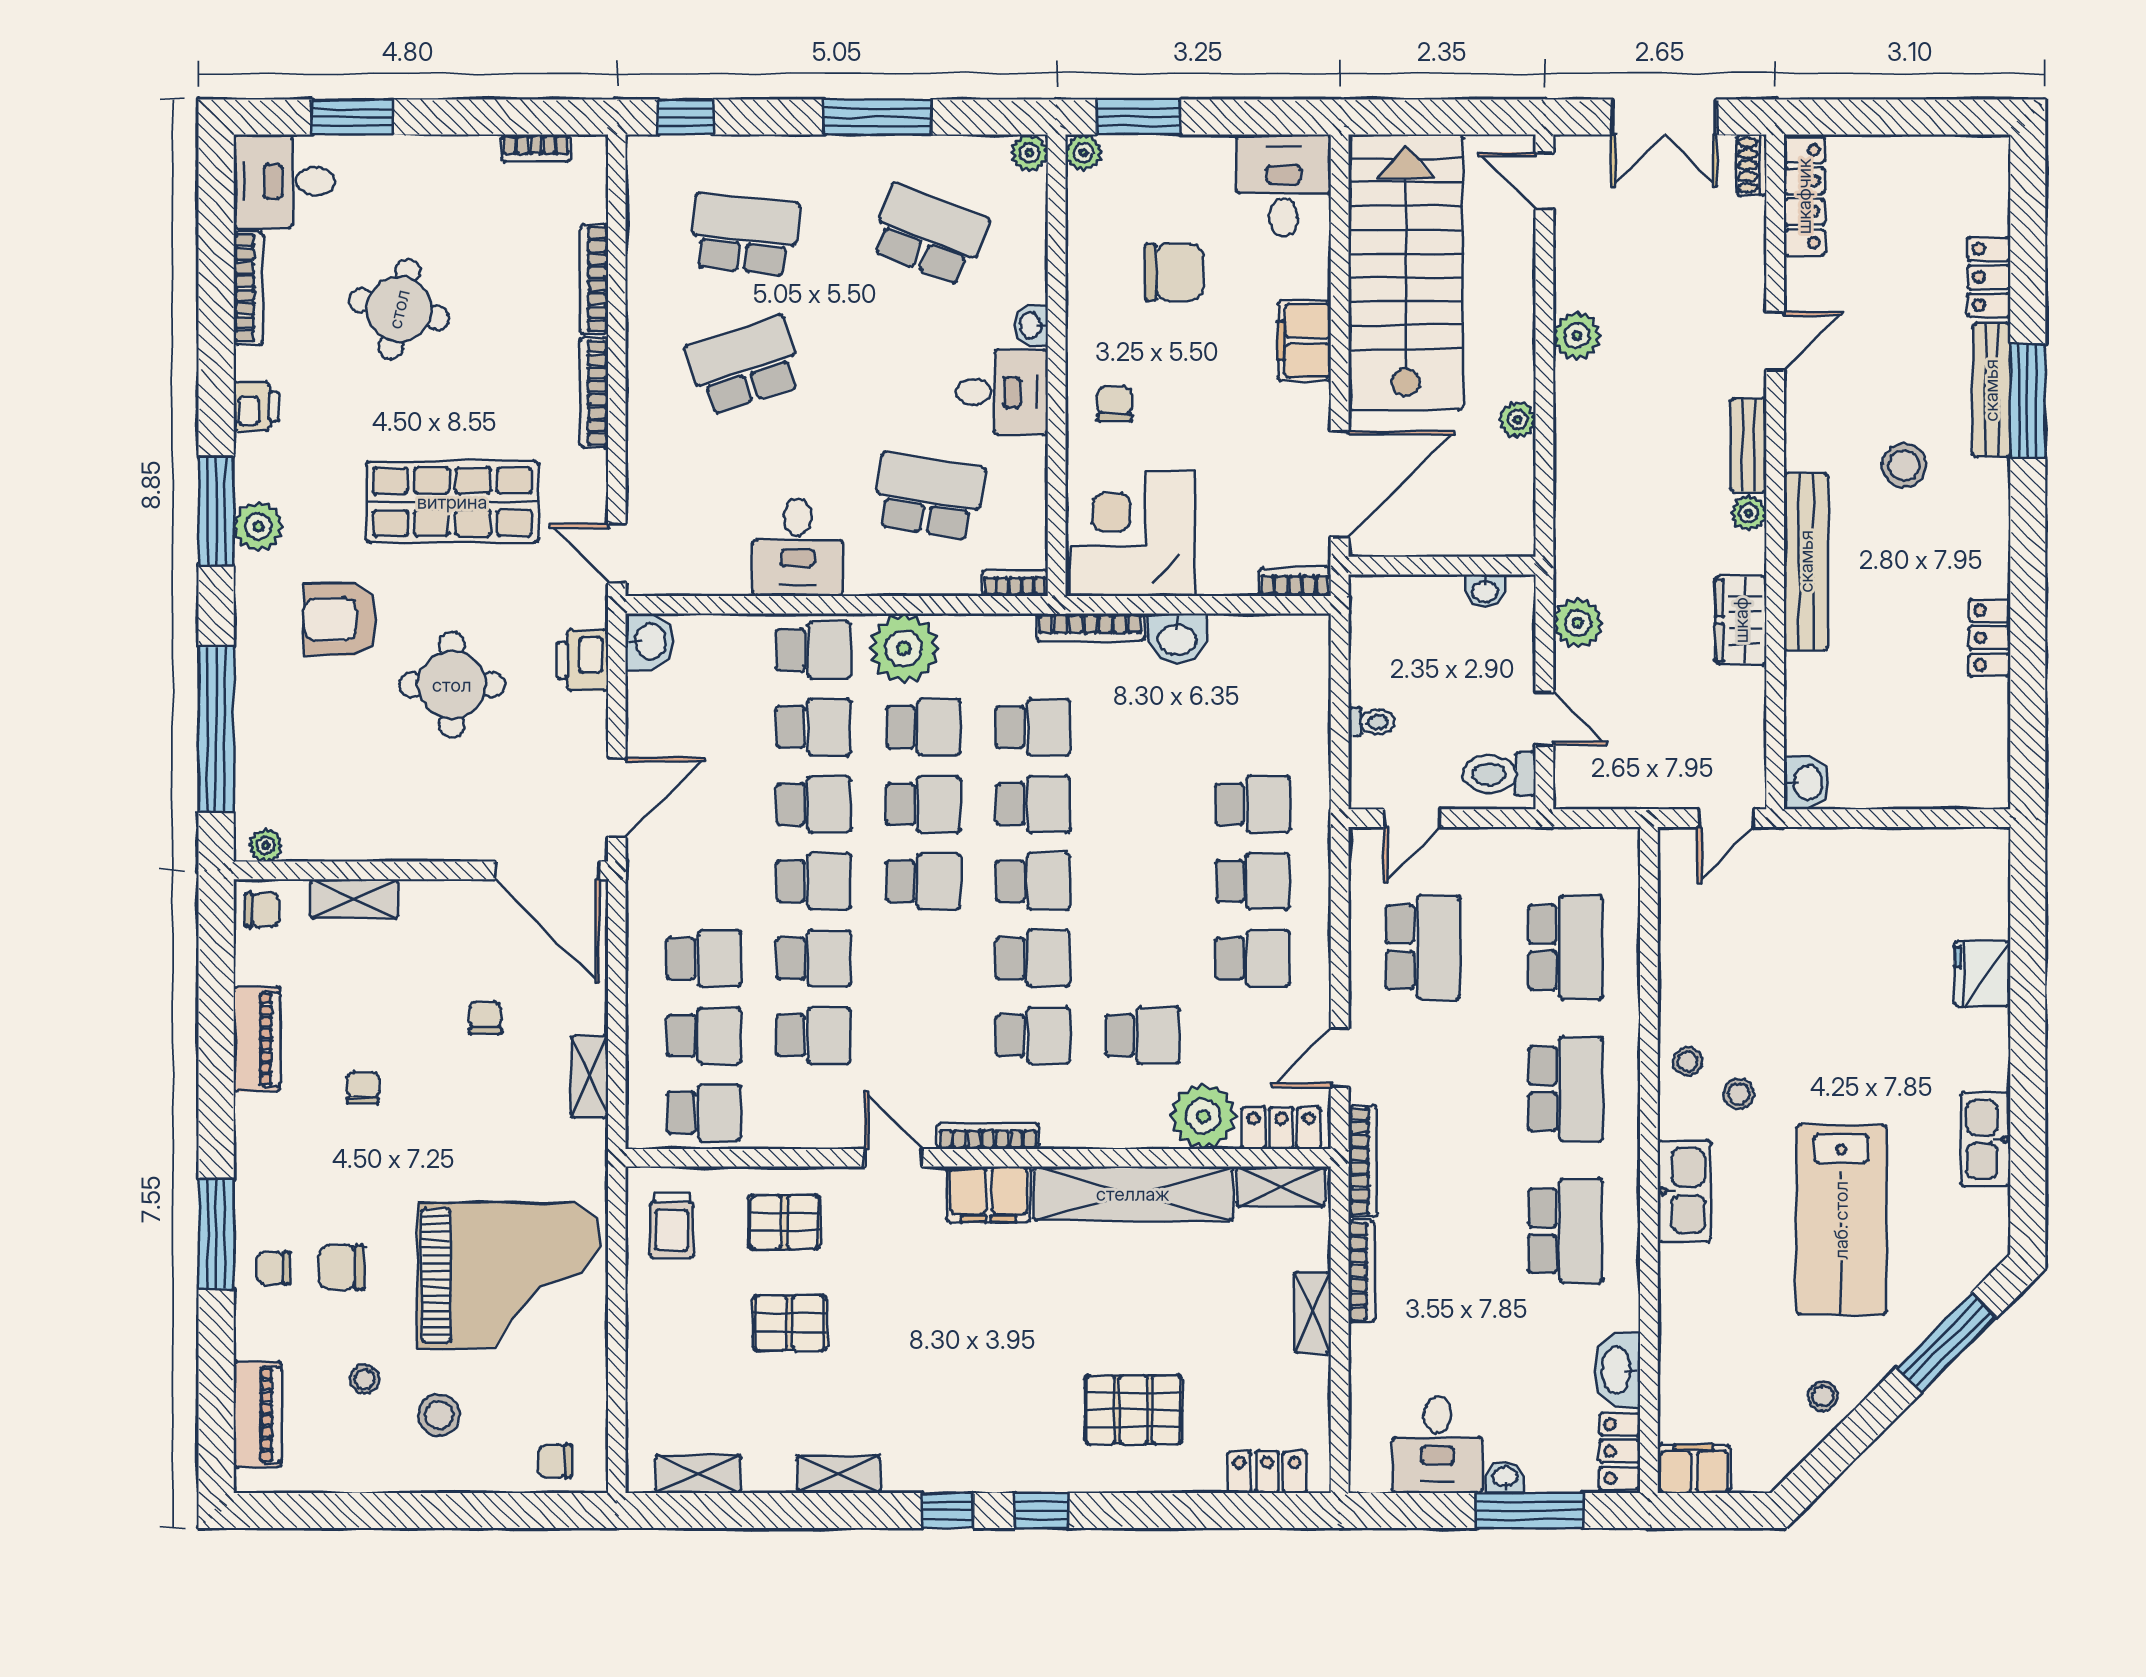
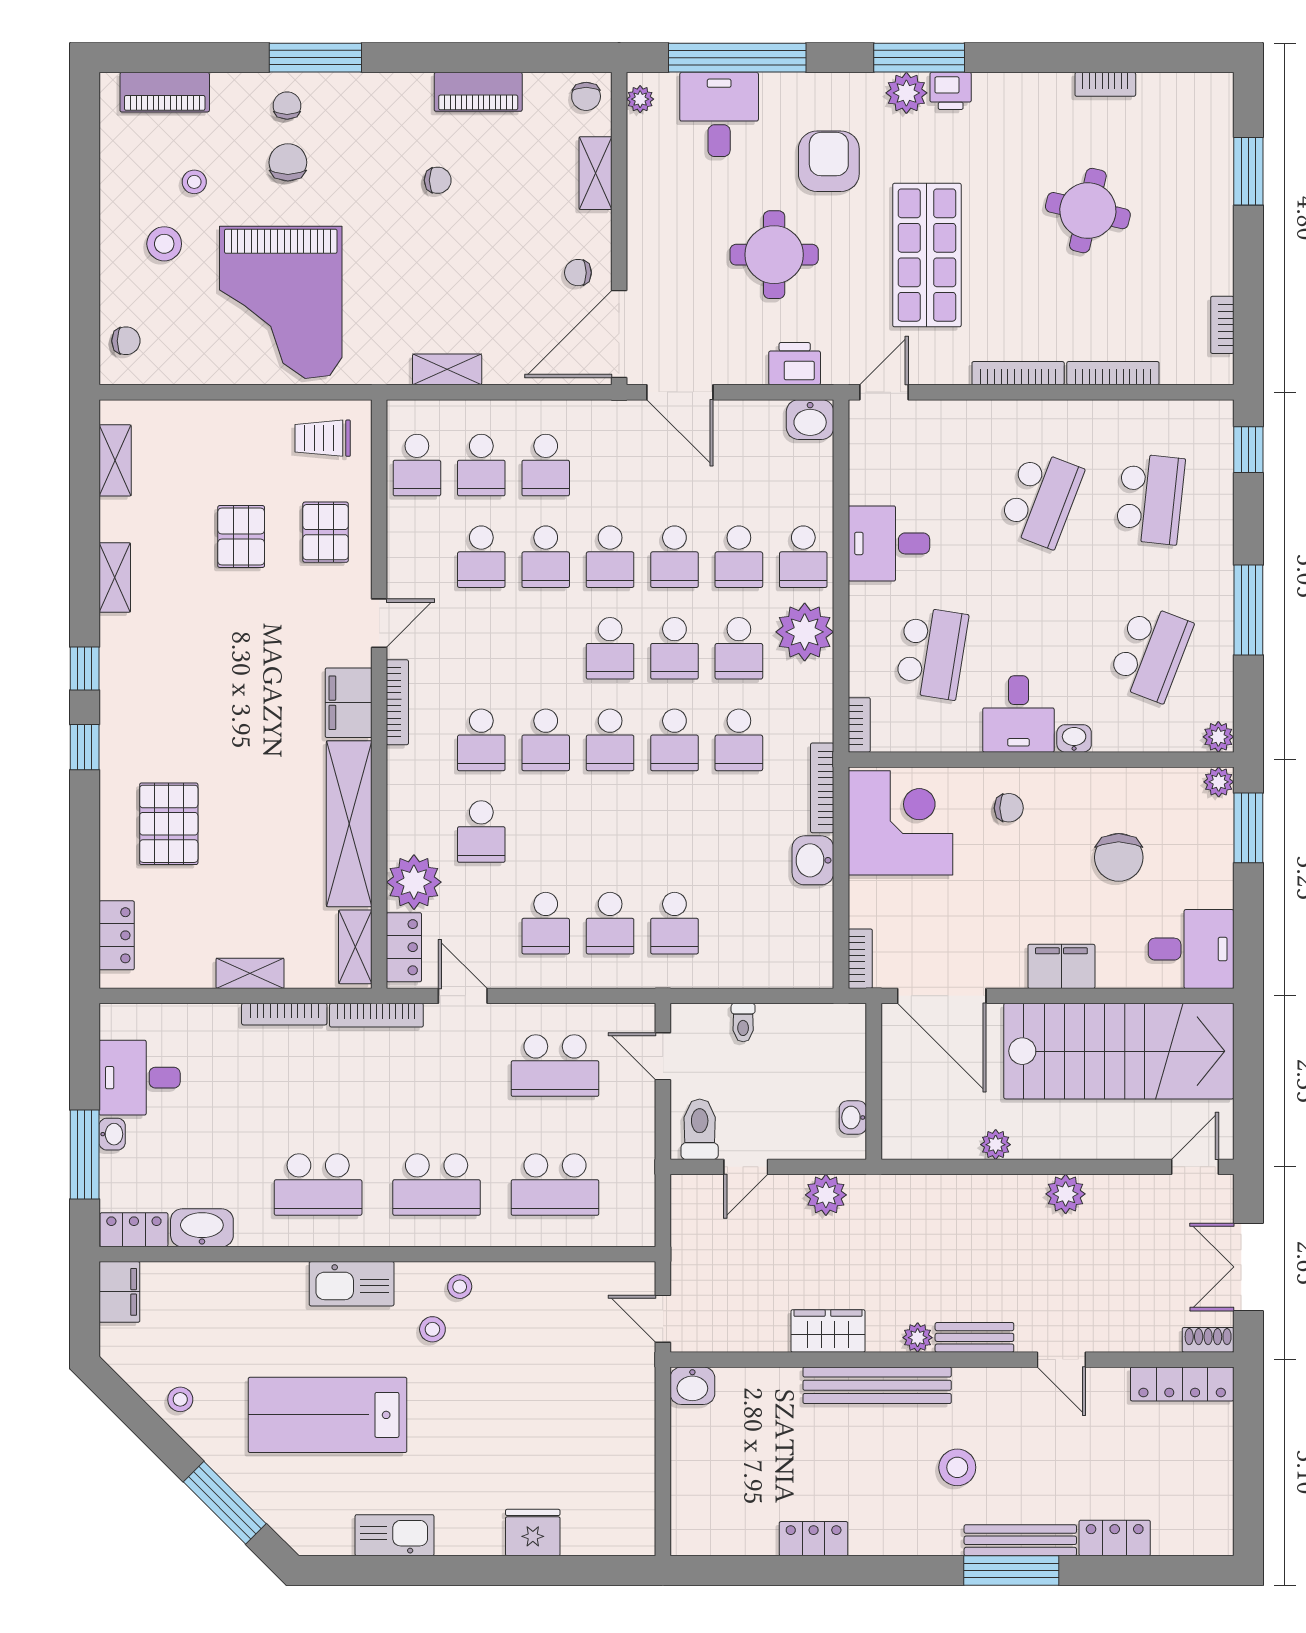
desk: (284, 181) -> (719, 114), moved
bookcase: (248, 288) -> (1105, 84), width x0.64
school desk: (744, 365) -> (1041, 499), turned 39
printer: (256, 406) -> (951, 91), moved
chair: (485, 1018) -> (578, 273), moved, turned 180
chair: (555, 1461) -> (126, 341), turned 90

